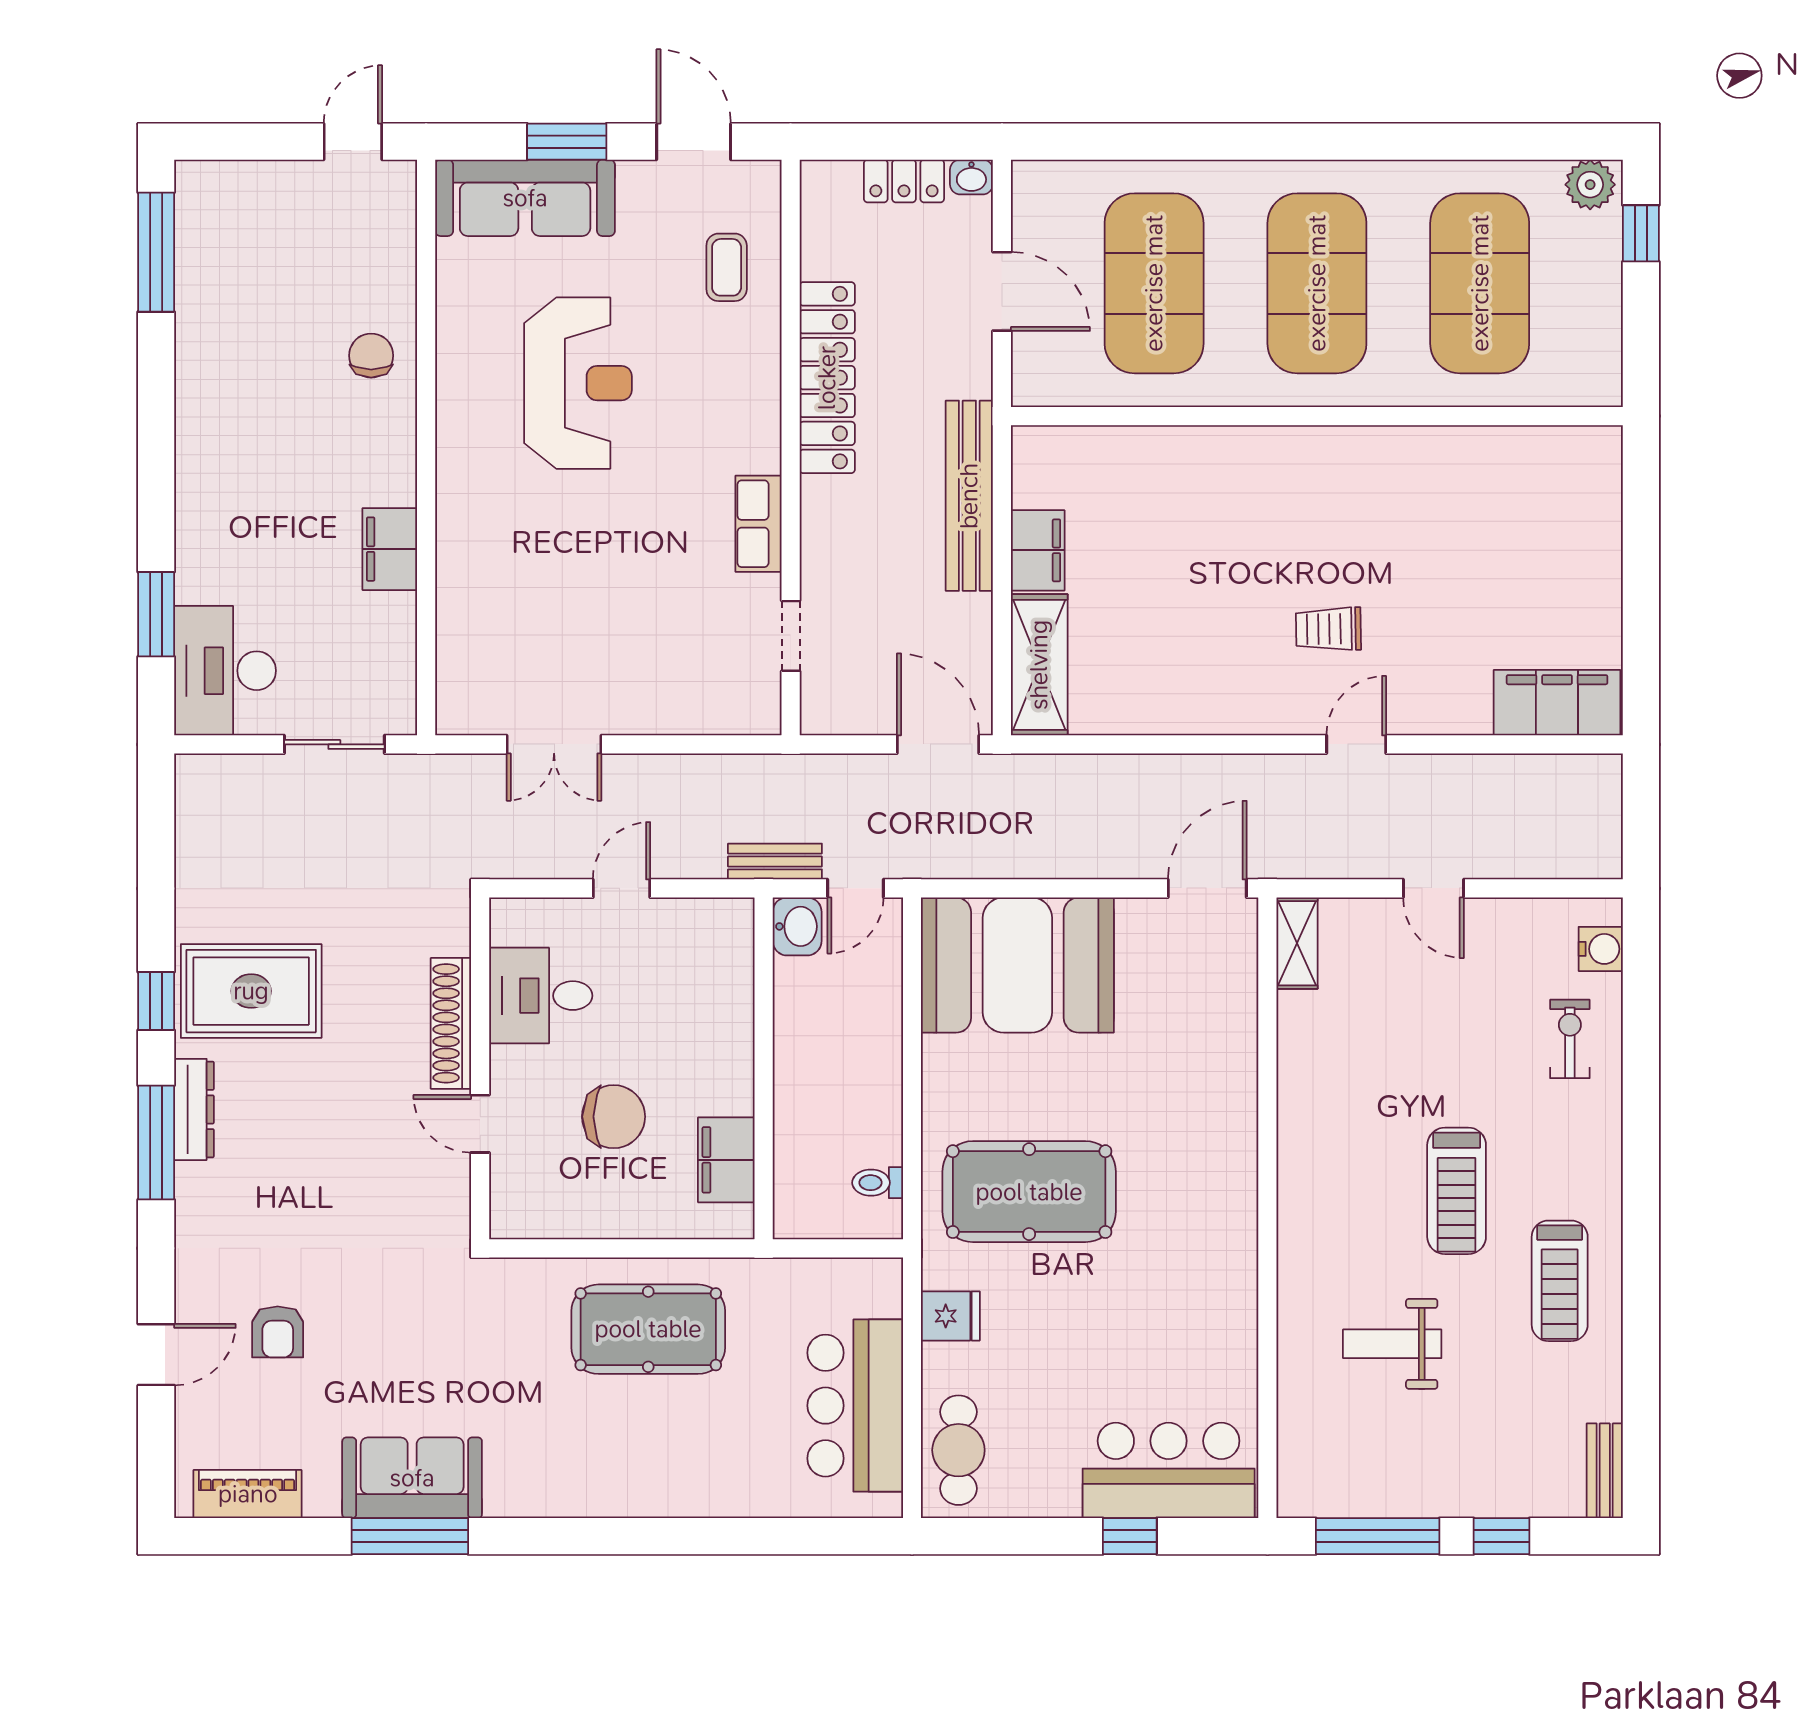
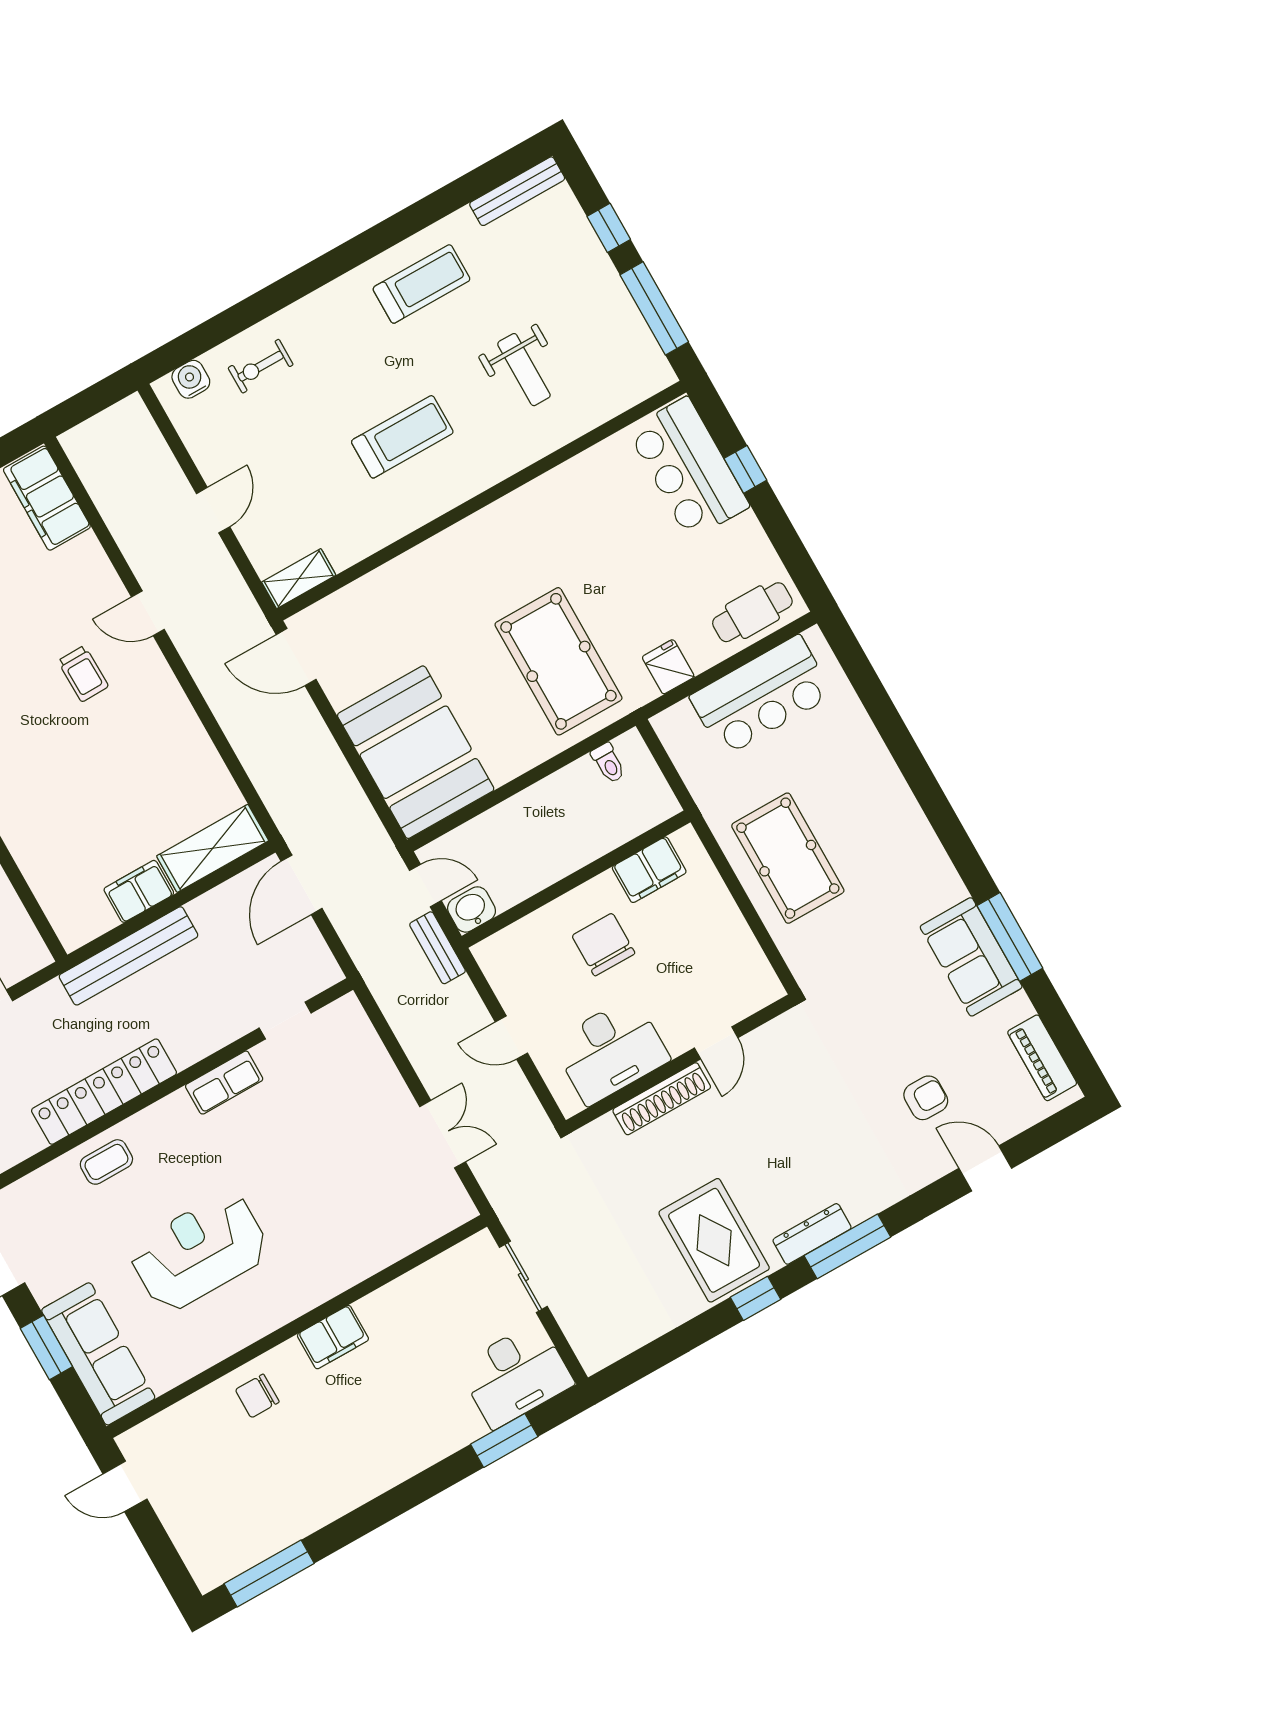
coffee table: (727, 267) -> (106, 1162), moved
filing cabinet: (390, 549) -> (333, 1337), moved
desk: (541, 996) -> (611, 1051), width x1.37
chair: (614, 1117) -> (603, 945), moved
treadmill: (1457, 1191) -> (402, 437), moved
bench: (1605, 1471) -> (517, 191), width x1.36

